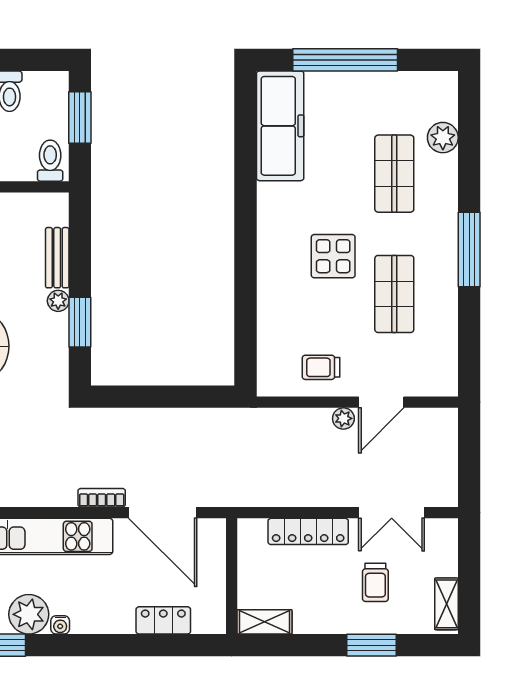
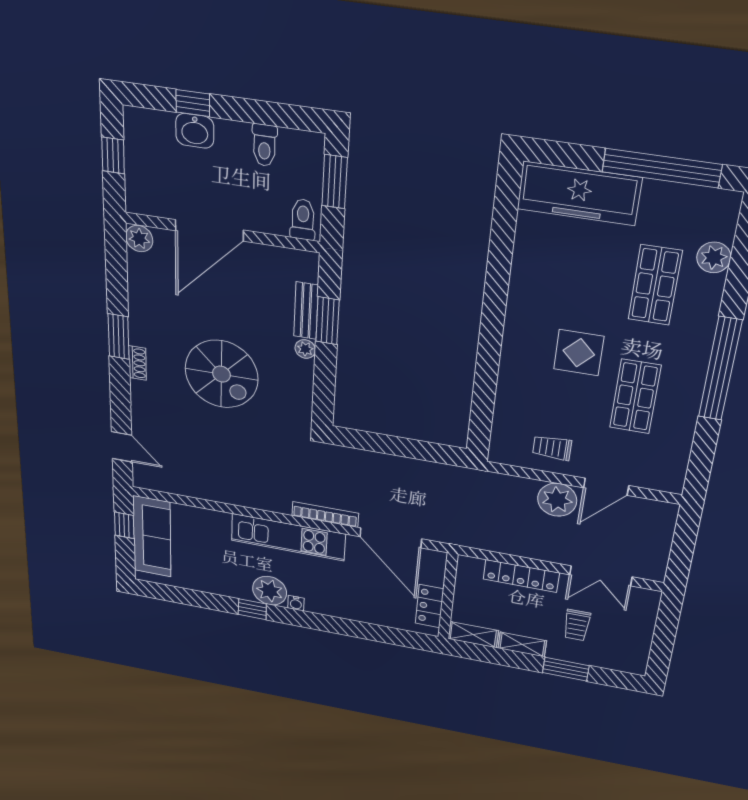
window: (345, 60) -> (662, 168), moved
freezer: (280, 126) -> (579, 193), moved, turned 90
window: (469, 250) -> (720, 369), width x1.46
window: (80, 322) -> (327, 321), moved
plant: (343, 418) -> (557, 500), width x1.88, depth x1.88
bookcase: (102, 498) -> (325, 514), width x1.56
shelving: (446, 604) -> (522, 644), moved, turned 90
locker: (163, 620) -> (429, 606), moved, turned -90

